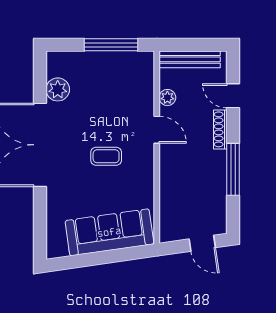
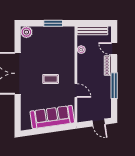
window: (111, 45) -> (53, 23), width x0.69
plant: (58, 89) -> (26, 32), moved
door: (157, 130) -> (76, 91), moved

